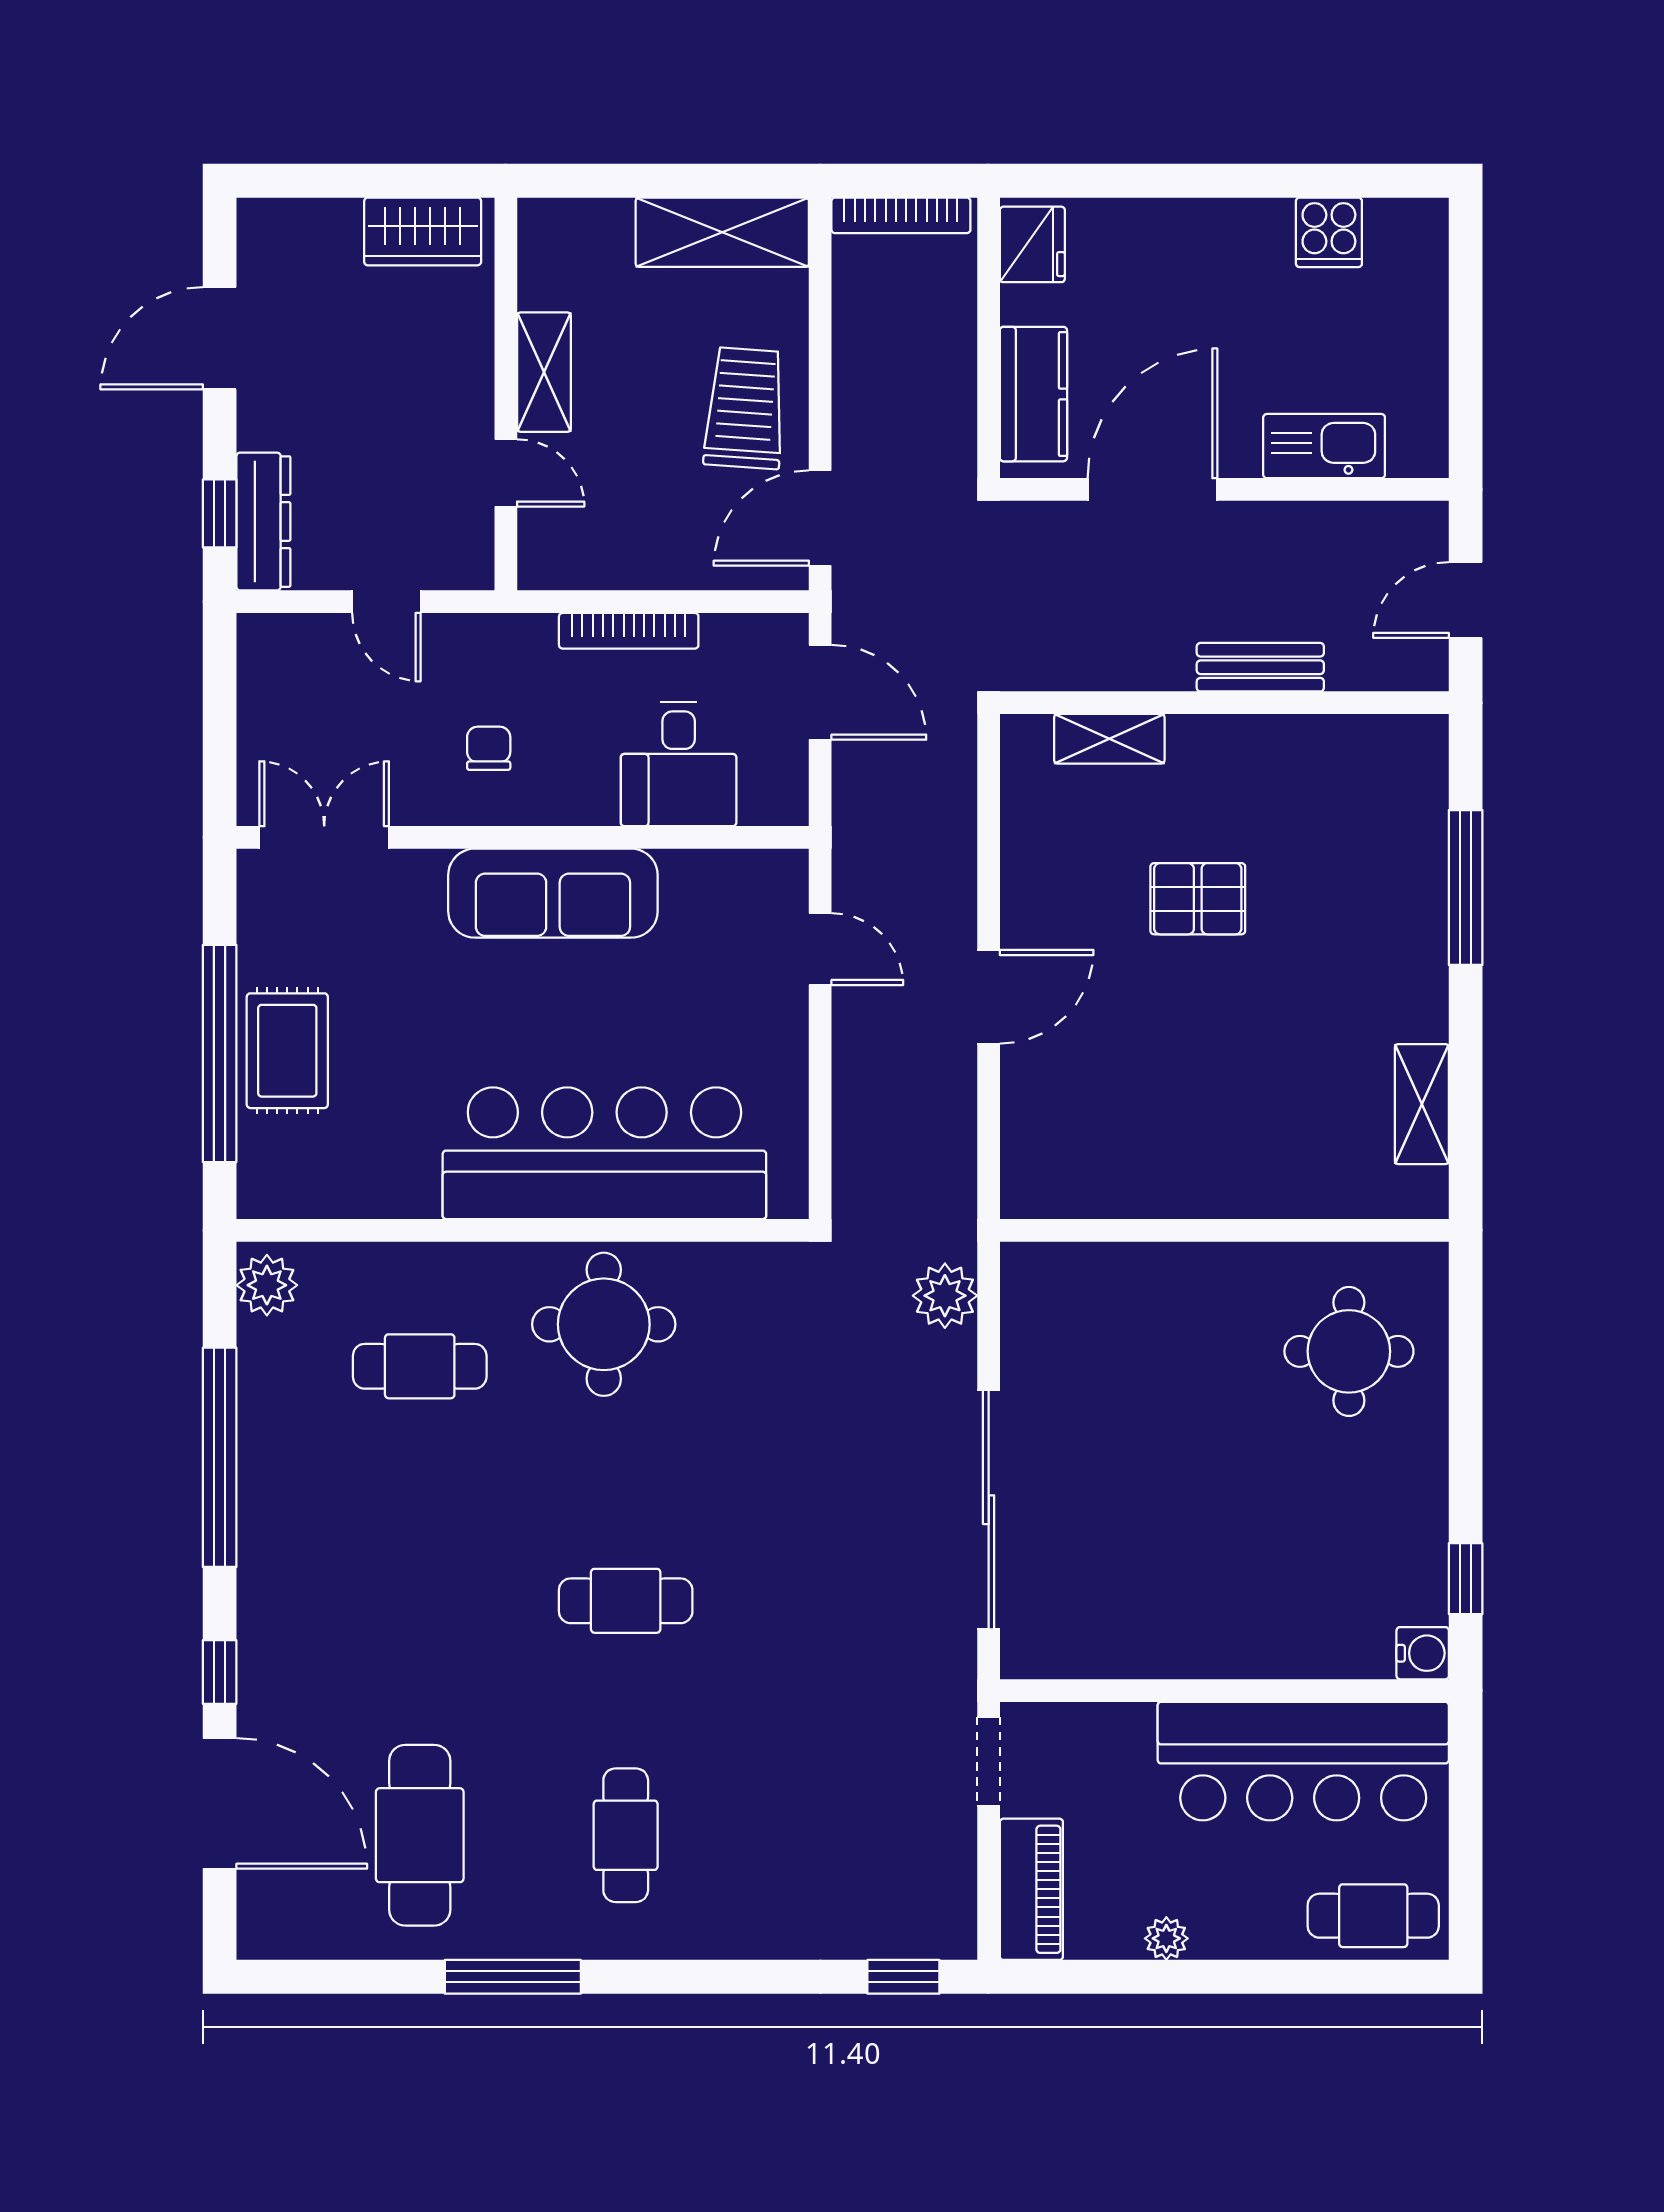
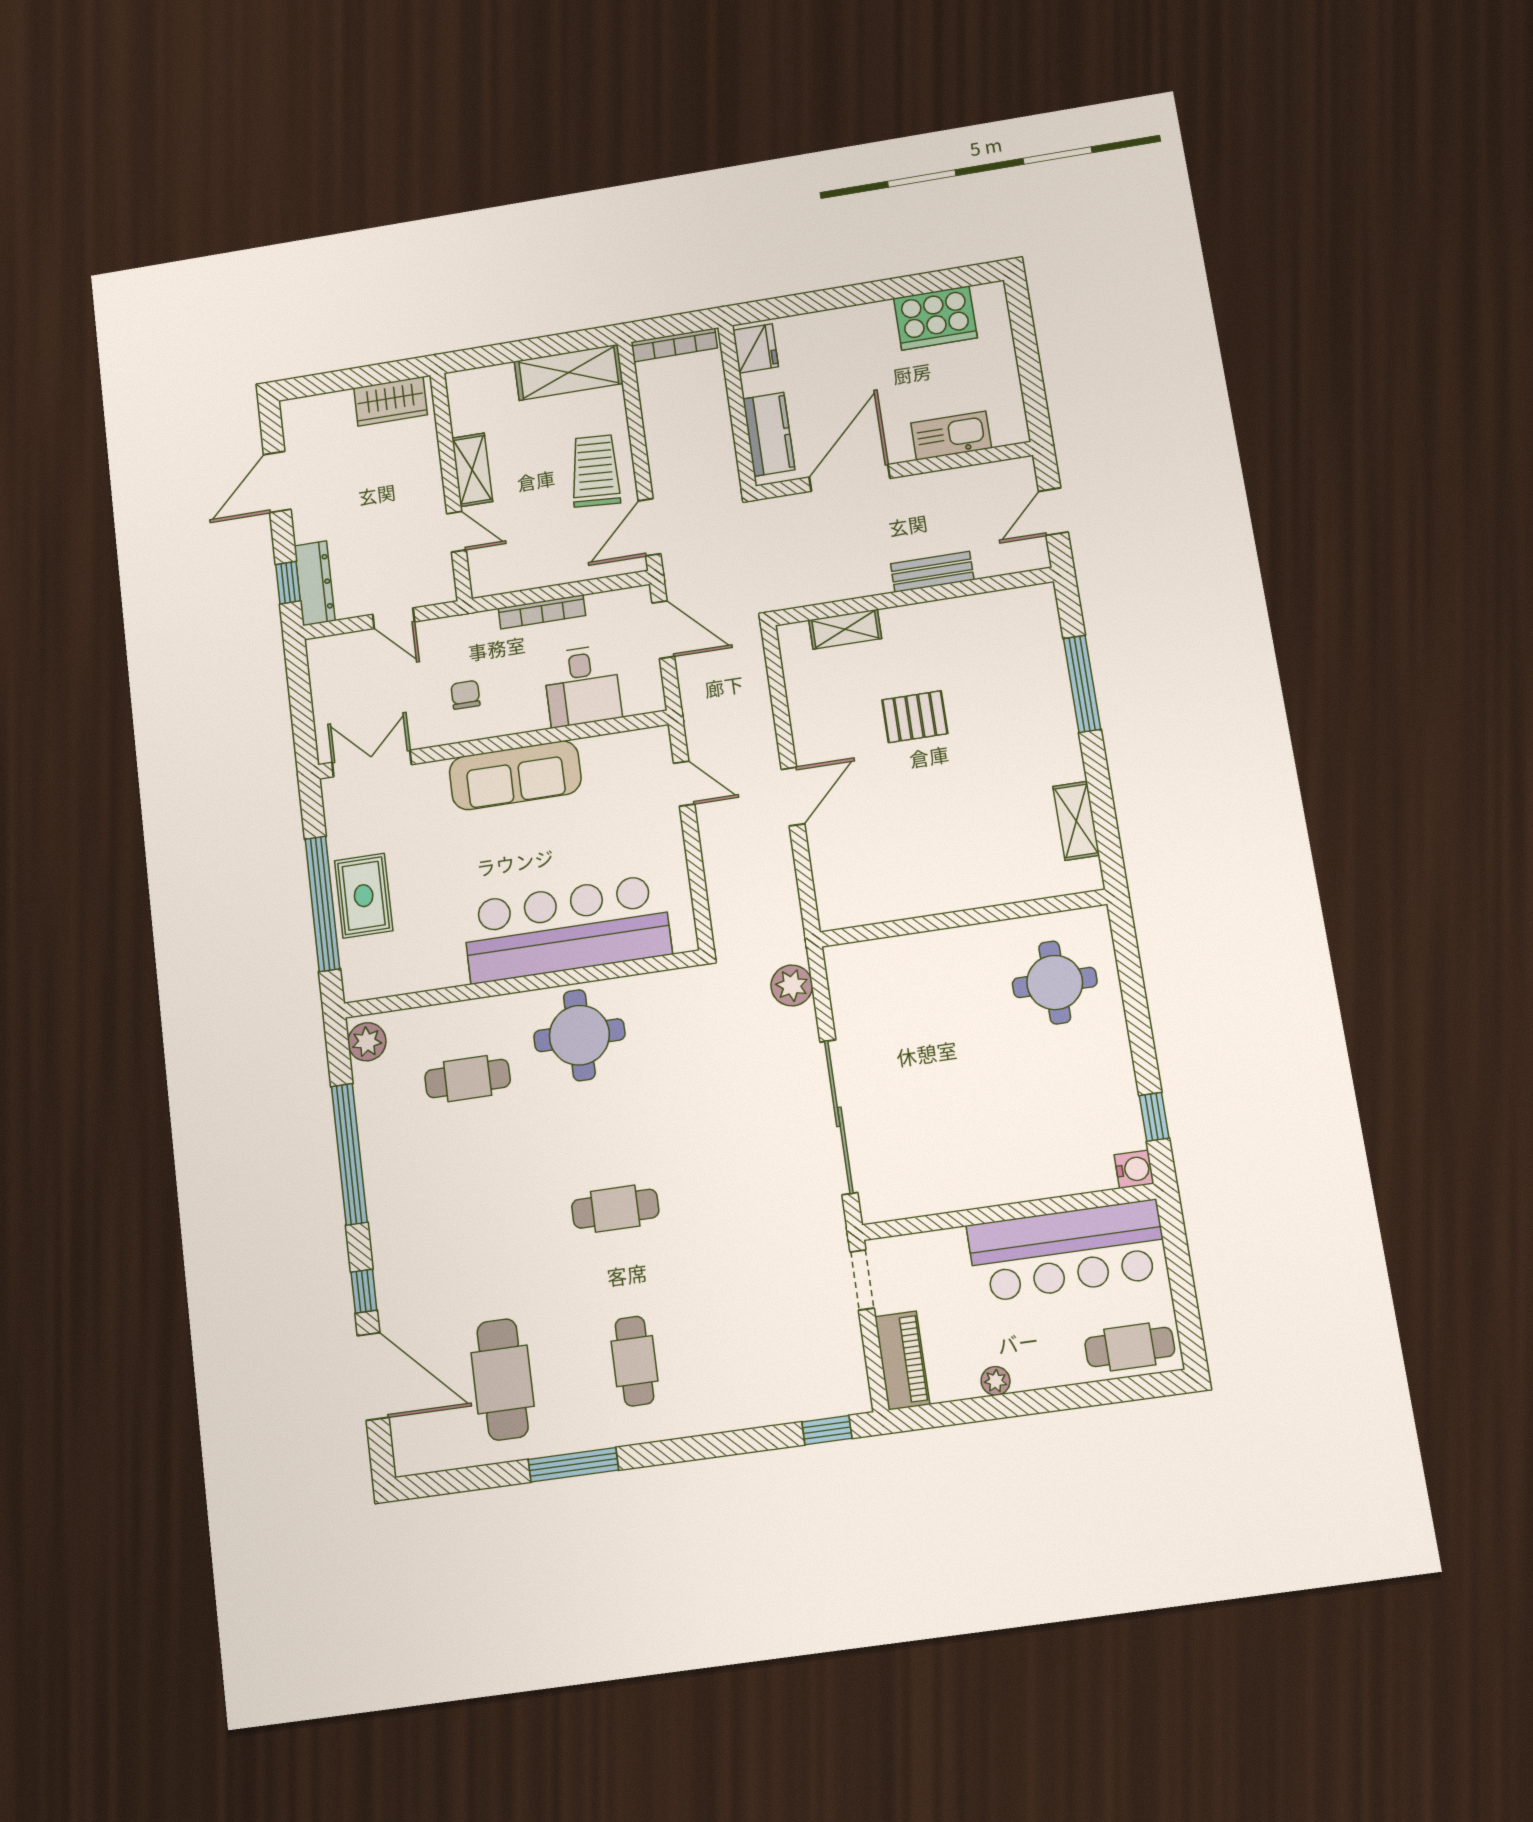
cooker: (1329, 232) -> (935, 318), width x1.87, depth x1.31

